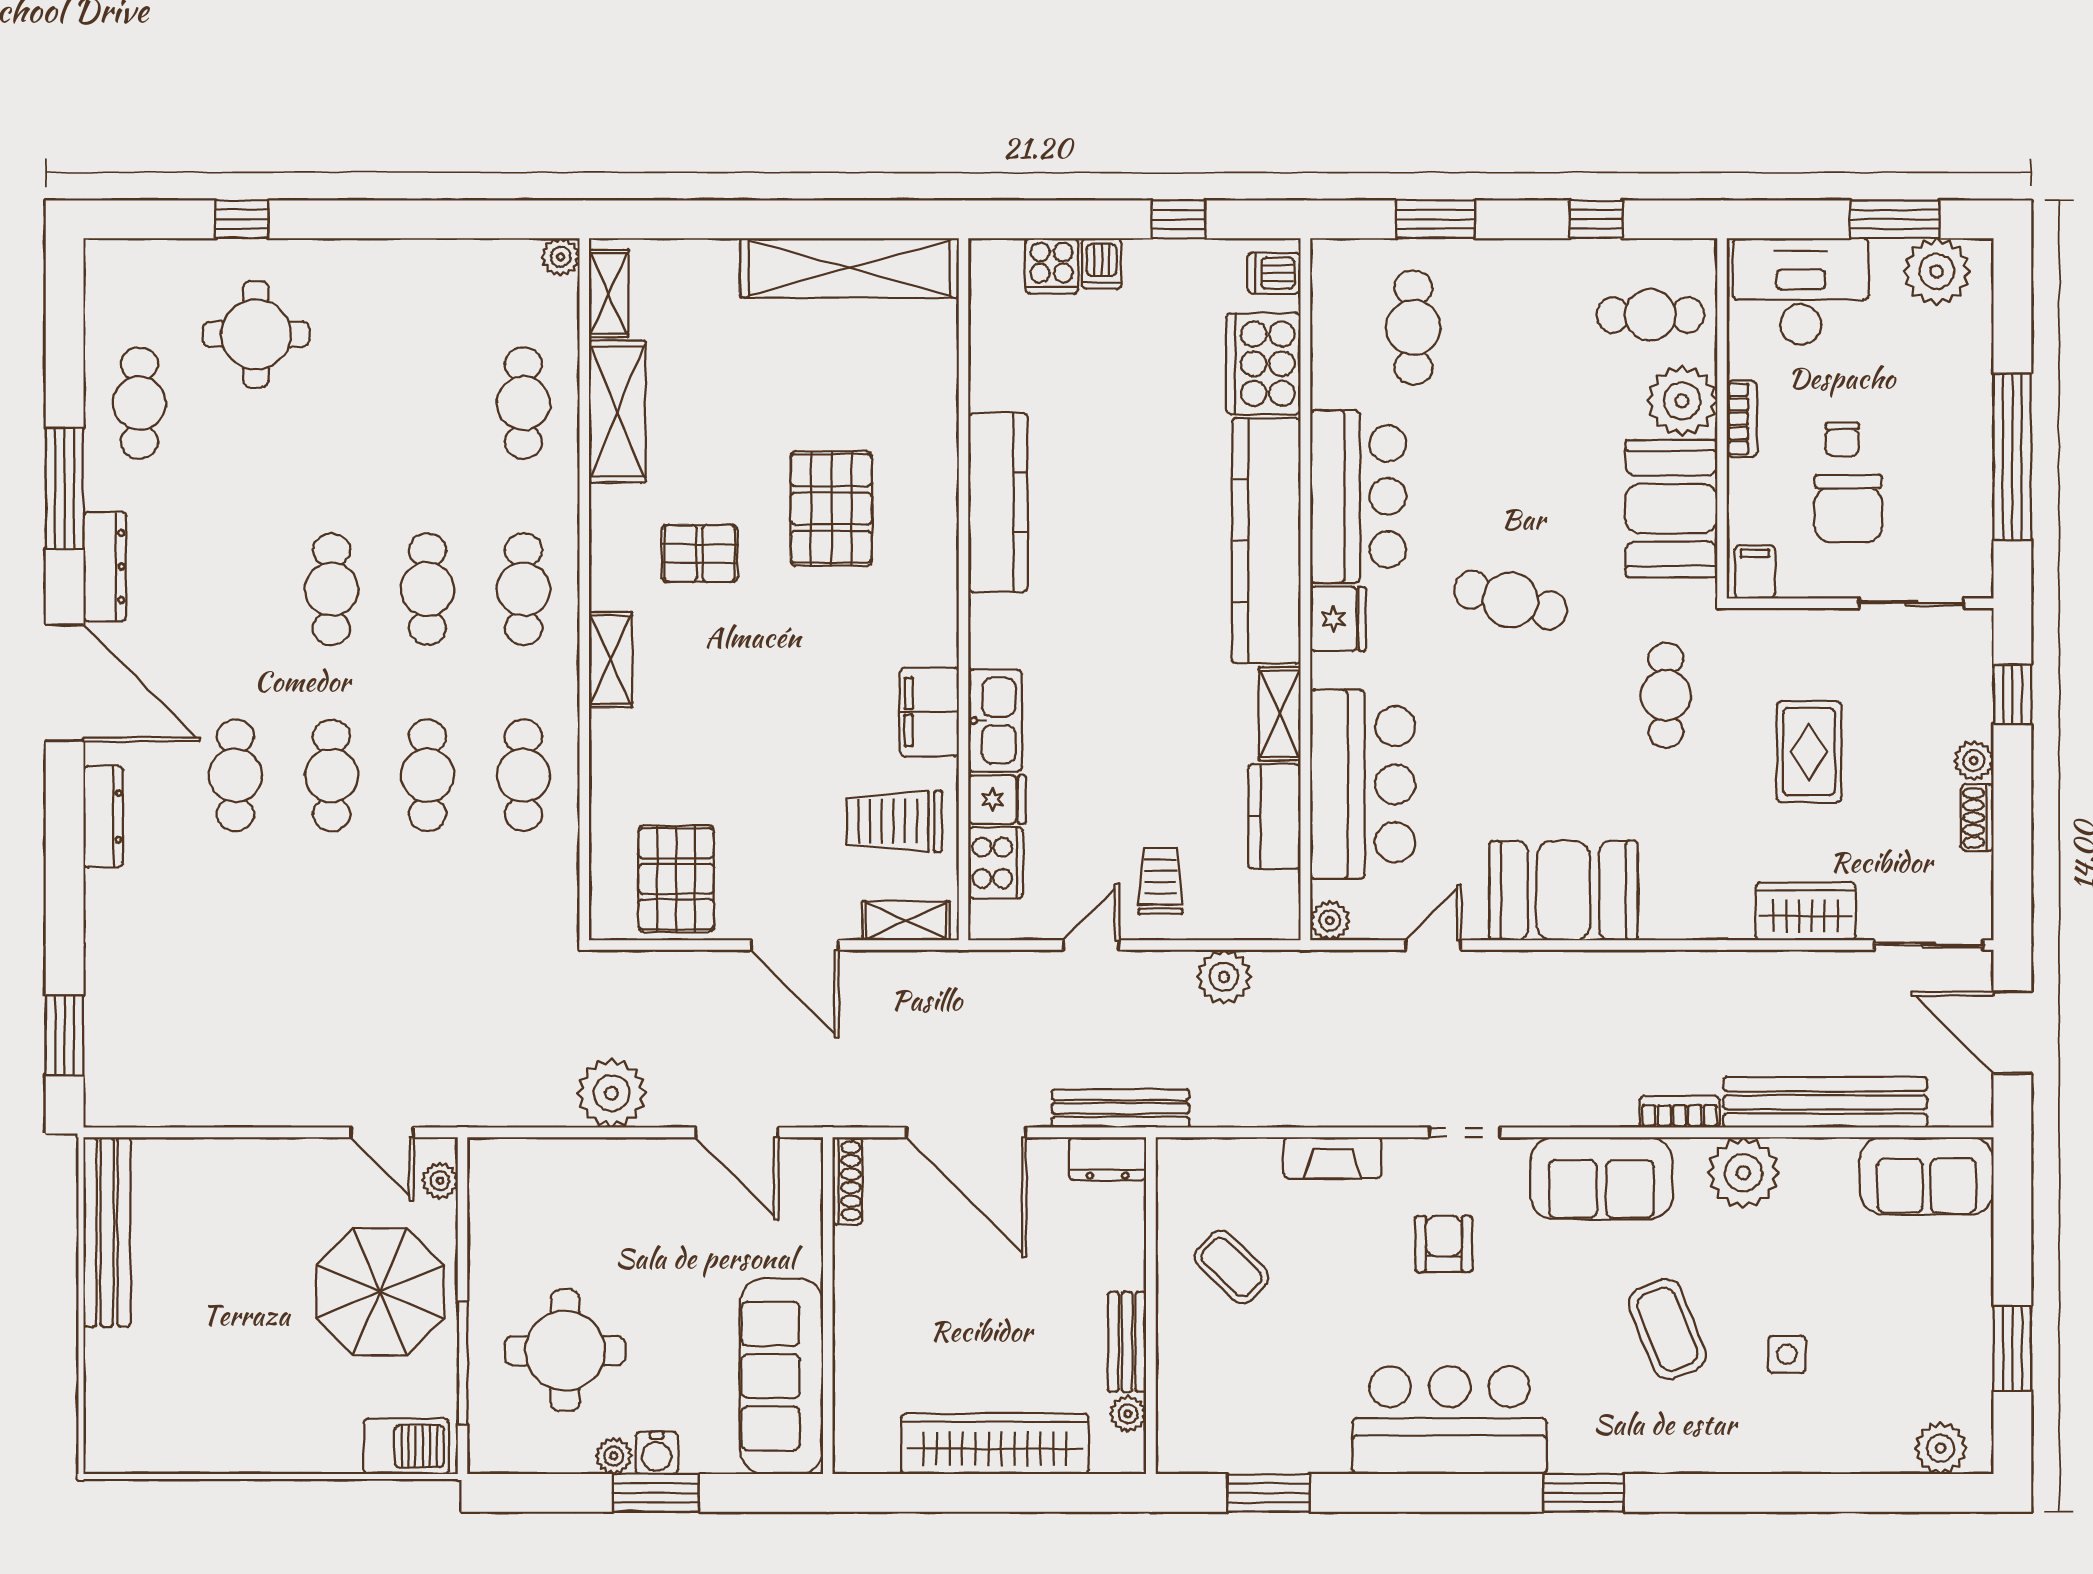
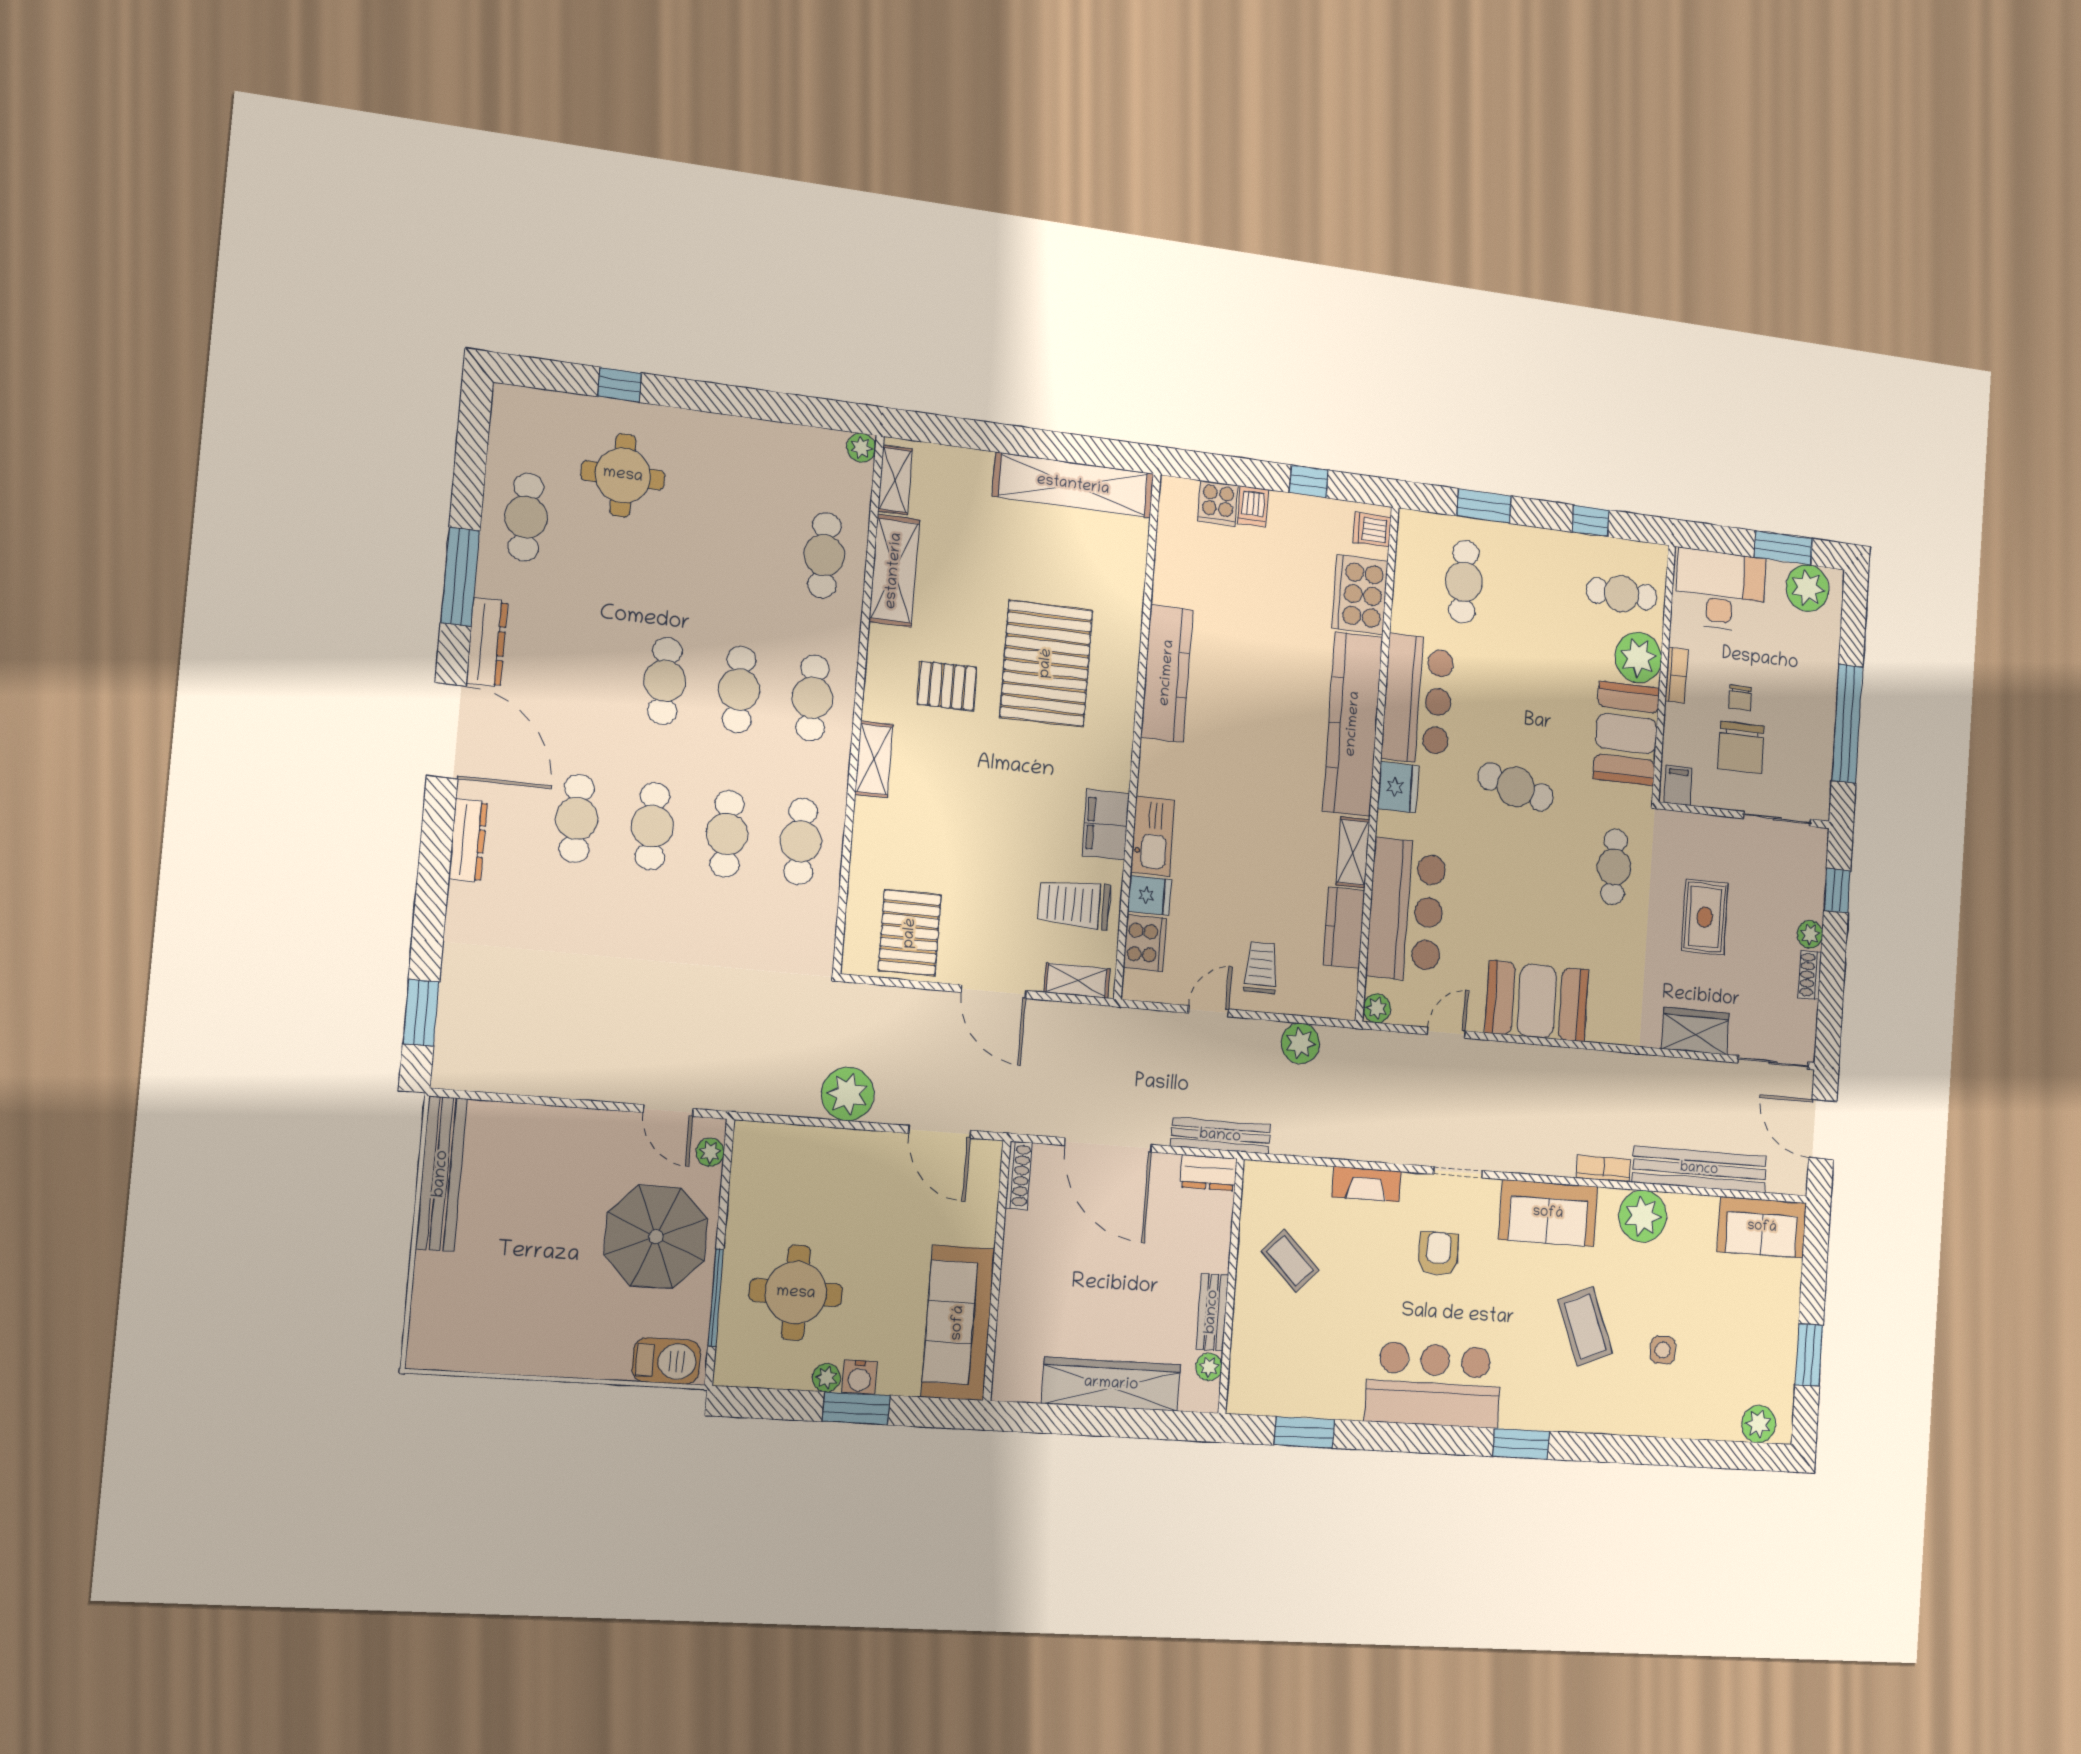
pallet: (831, 509) -> (1046, 663), width x1.37, depth x1.41

